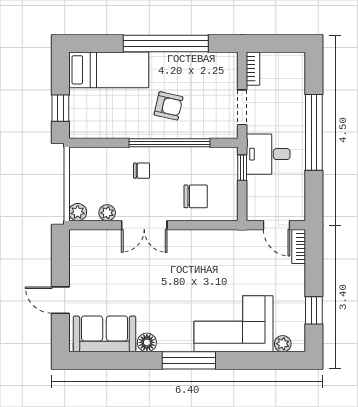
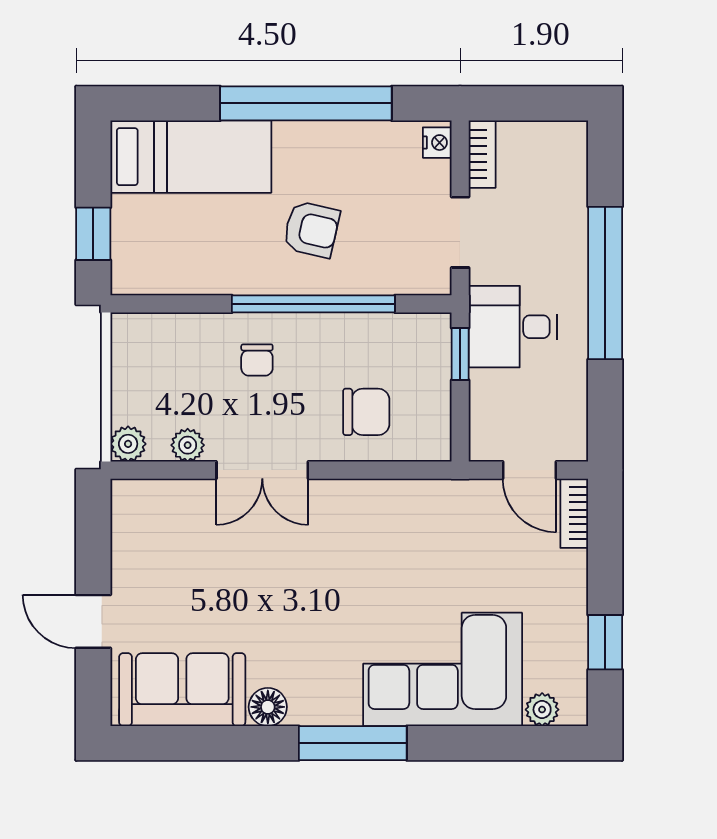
nightstand: (231, 63) -> (437, 143), added
chair: (142, 171) -> (257, 360), turned 90

